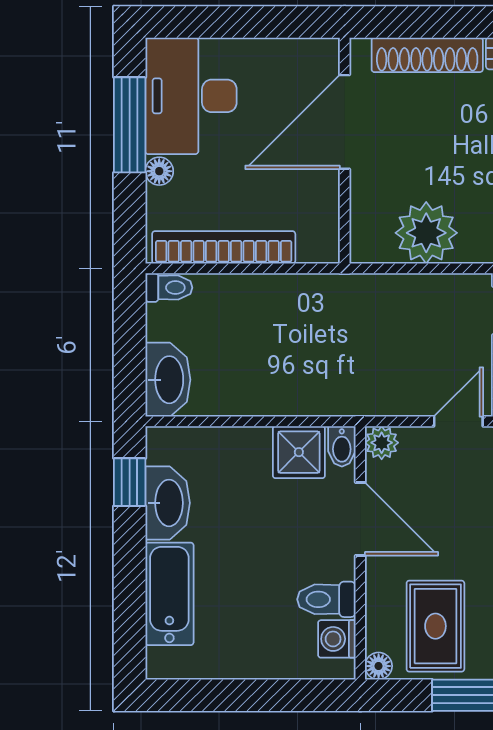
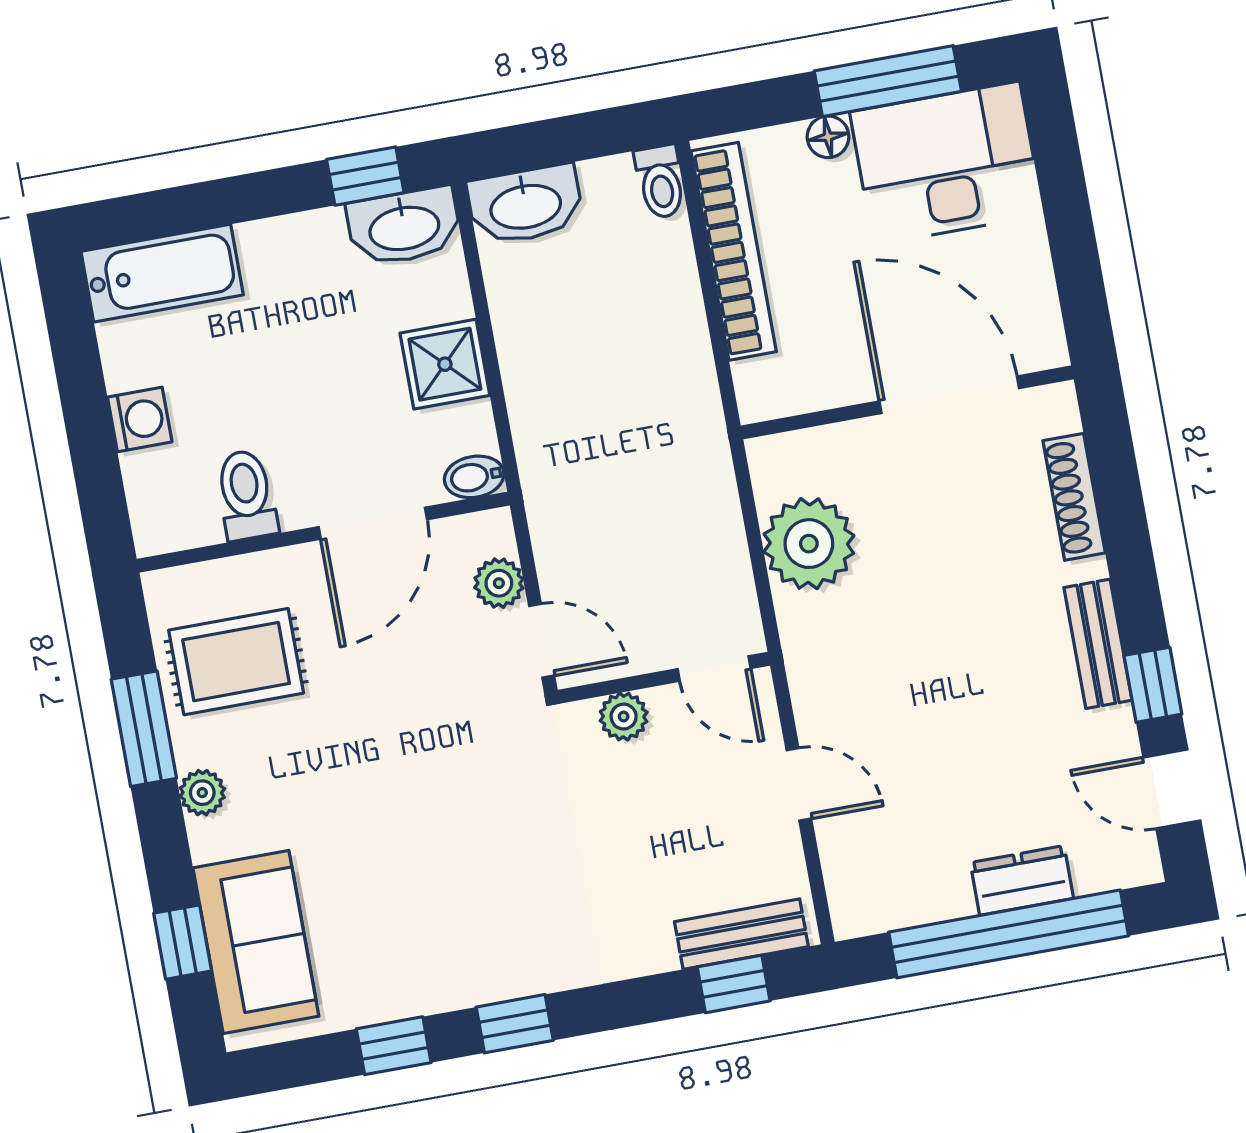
shoe rack: (427, 55) -> (1074, 497), width x0.74, depth x0.81
plant: (382, 443) -> (499, 583), moved
shower: (299, 452) -> (445, 364), moved
washbasin: (168, 503) -> (404, 227), moved
bathtub: (169, 594) -> (162, 273), moved
washing machine: (337, 639) -> (140, 419), moved, turned 90
floor lamp: (379, 666) -> (163, 589), removed

